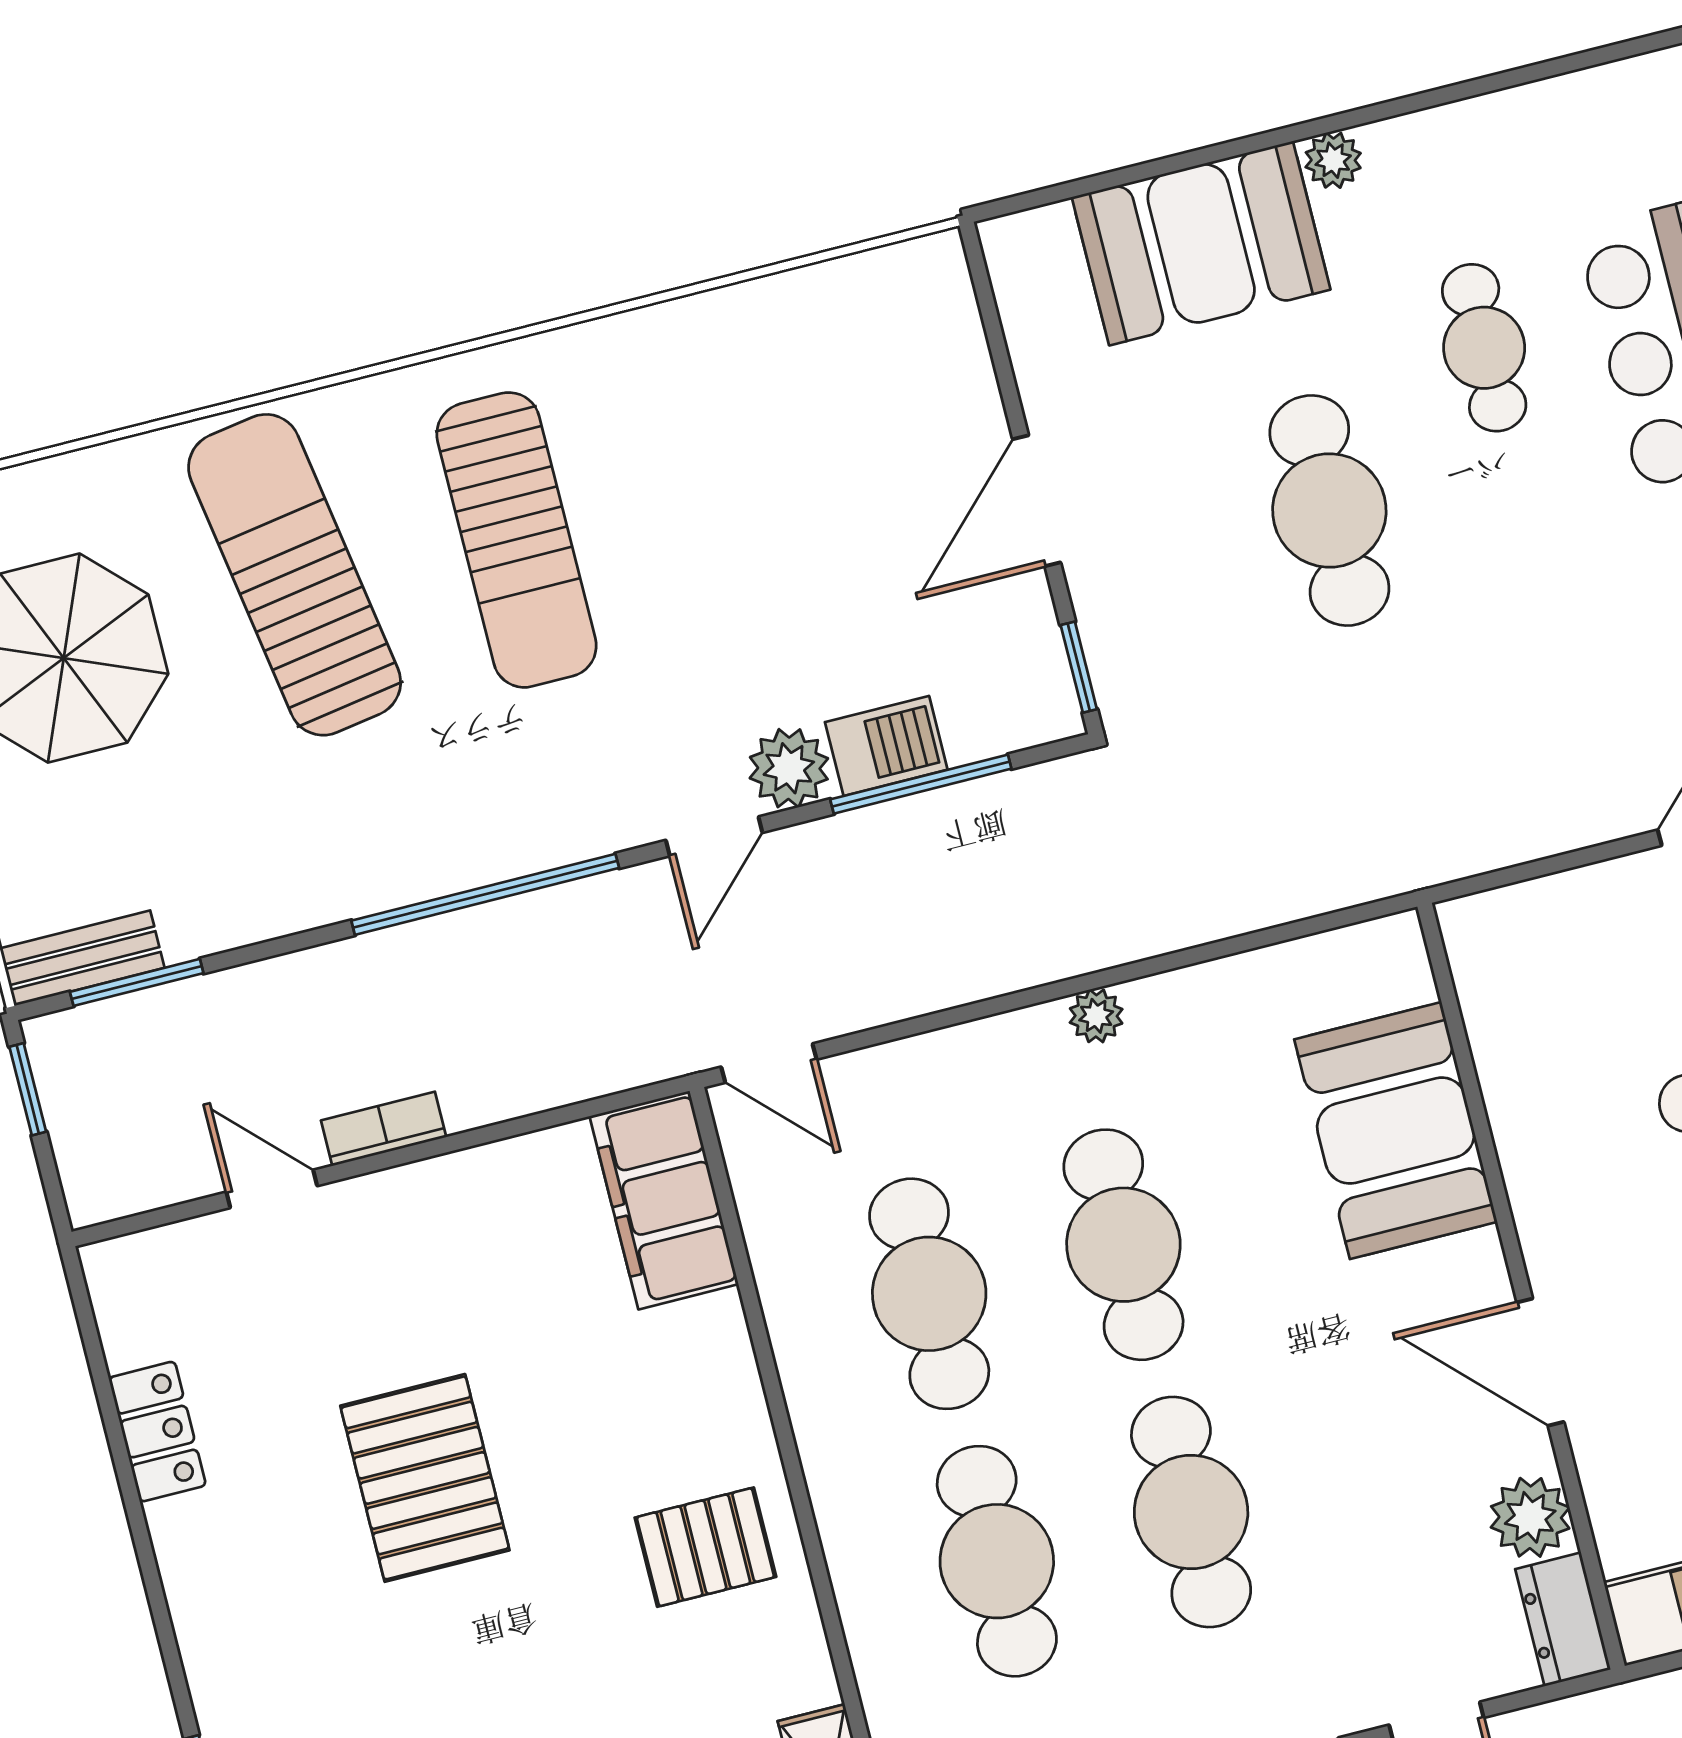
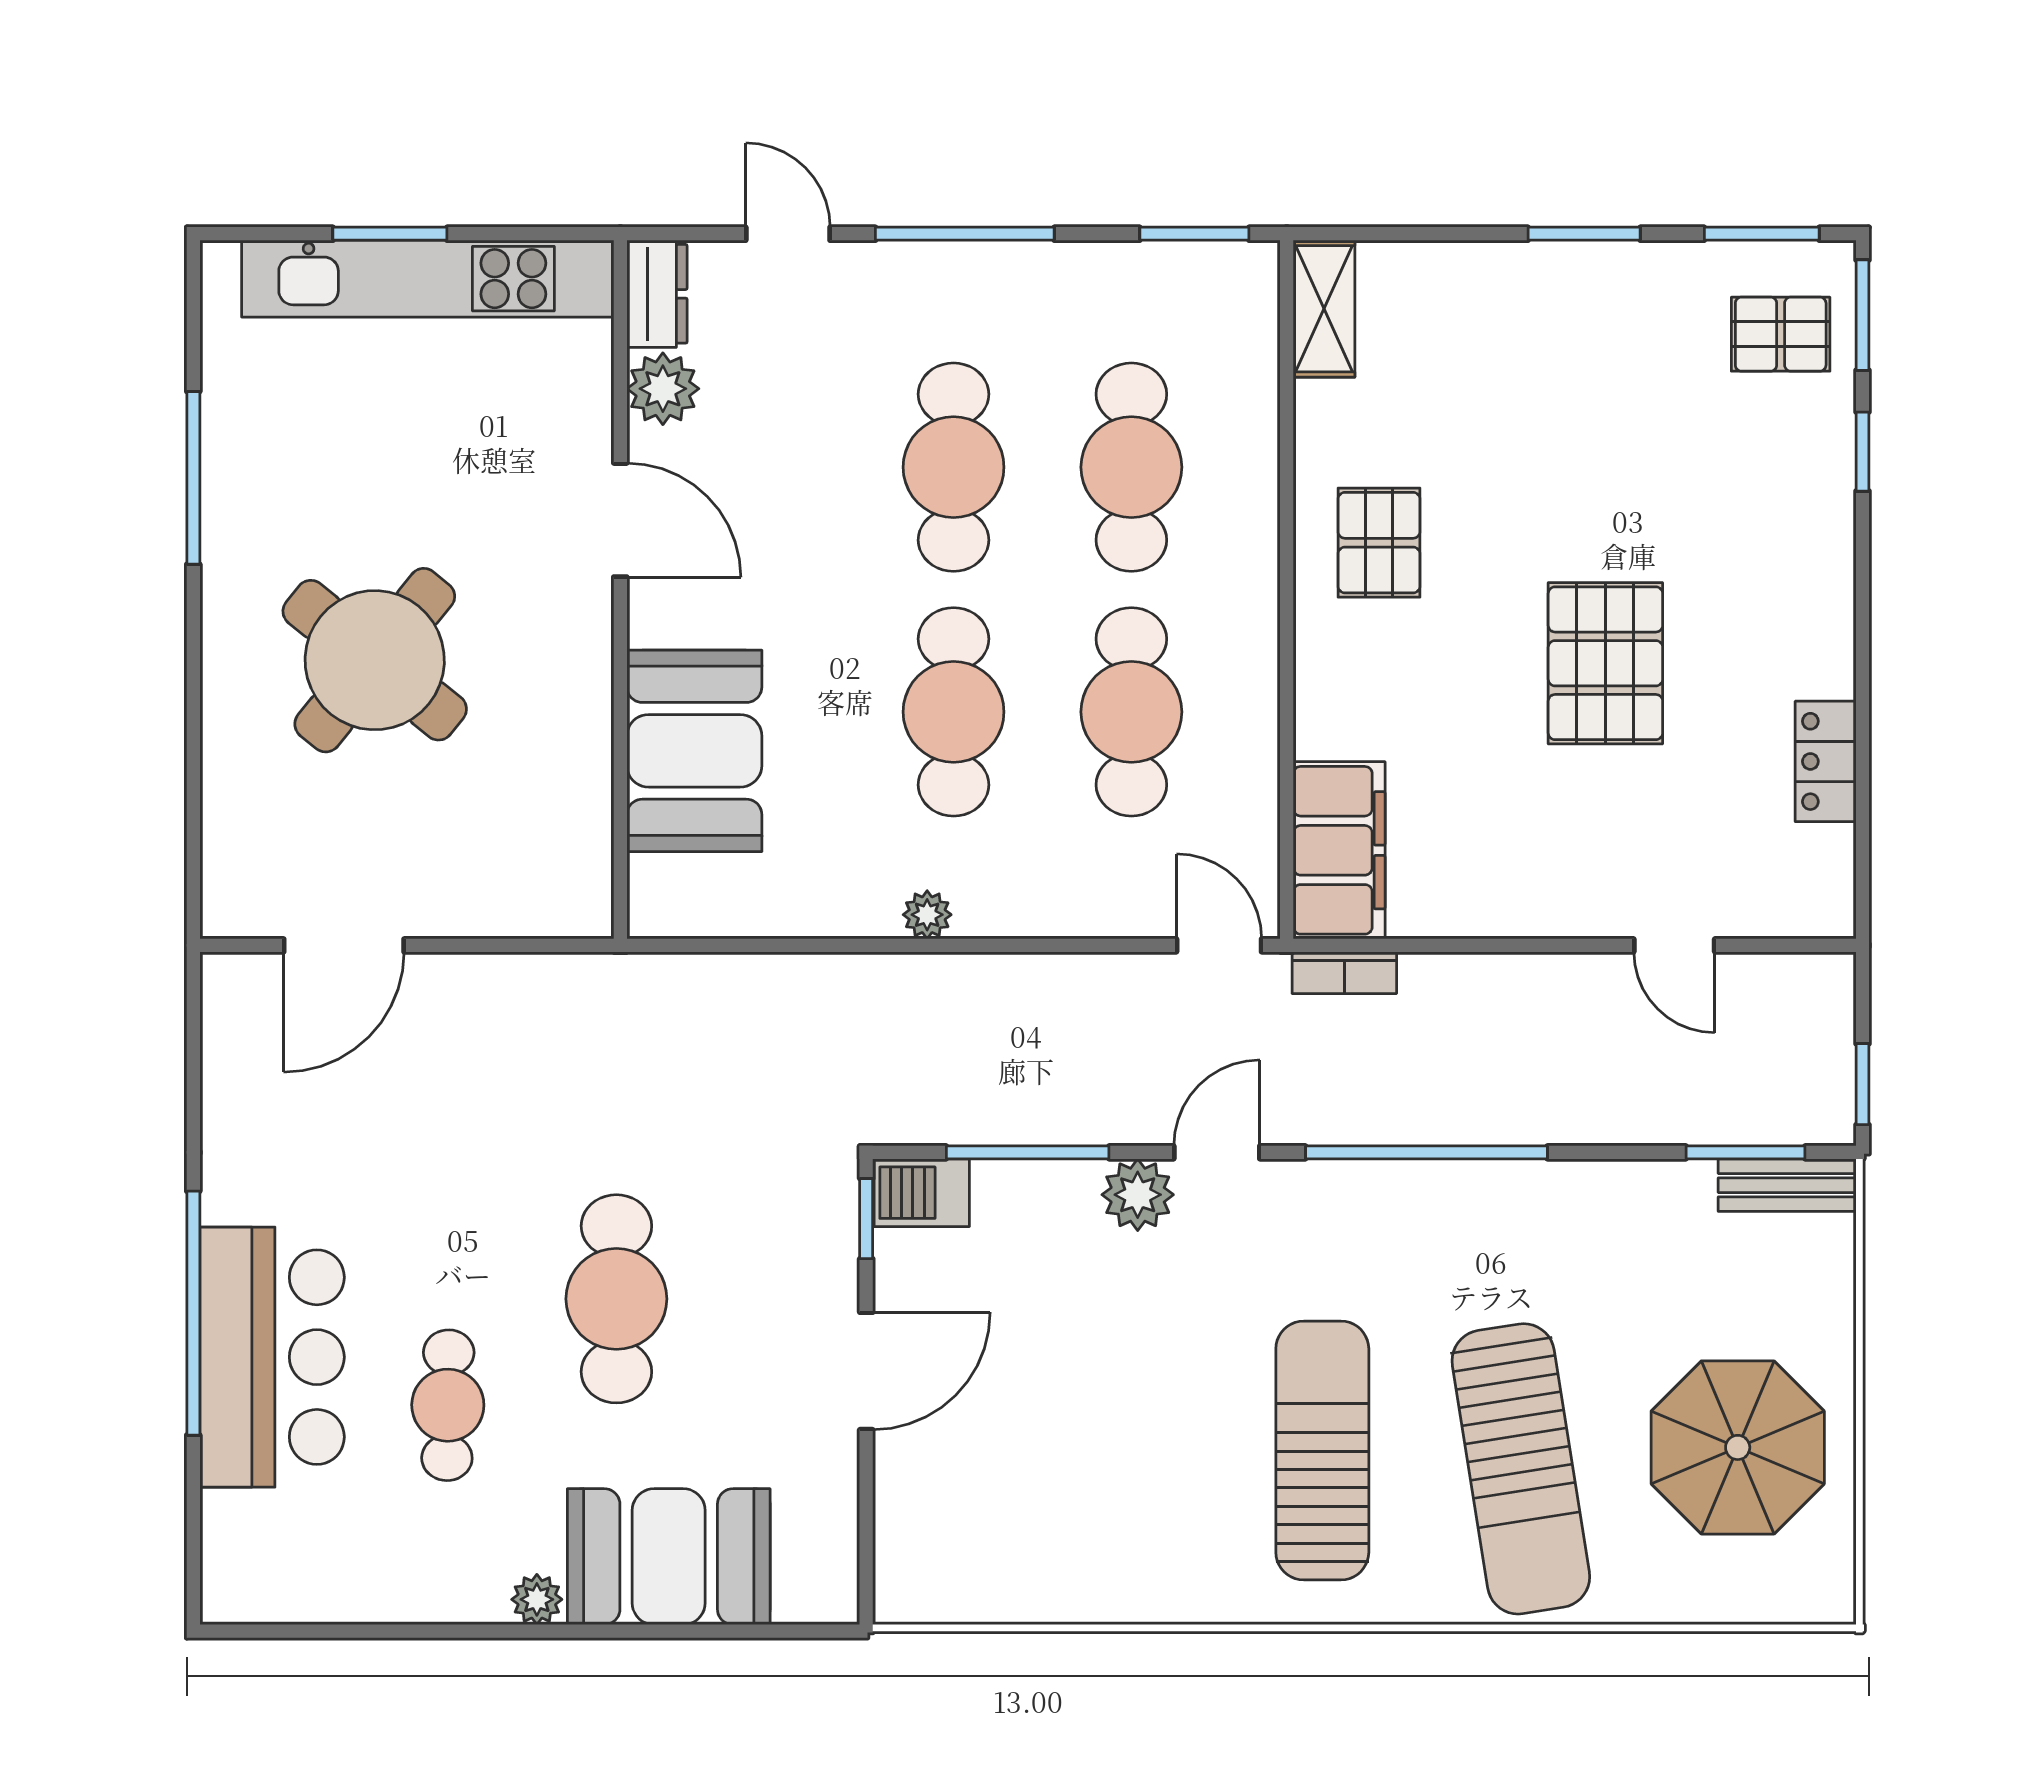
barbecue: (886, 746) -> (922, 1193), moved
bookcase: (384, 1129) -> (1344, 973), moved
pallet: (705, 1547) -> (1379, 543), turned 90

